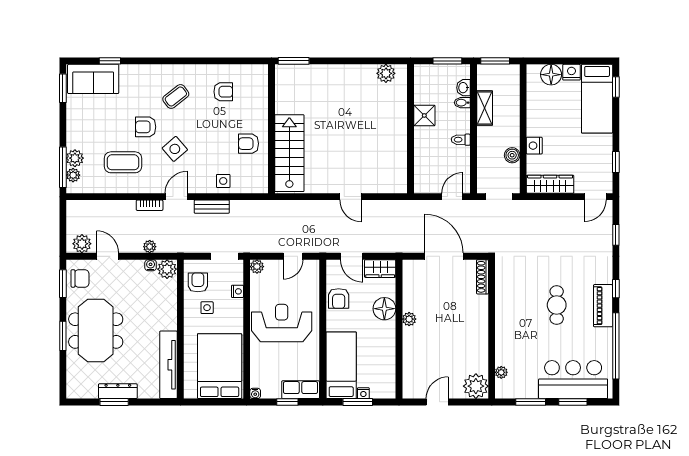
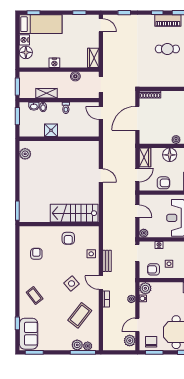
coffee table: (176, 96) -> (35, 296), moved
armchair: (146, 127) -> (58, 301), removed
nightstand: (534, 146) -> (54, 63), moved
coffee table: (123, 162) -> (80, 315), turned 38
wardrobe: (550, 184) -> (93, 58), width x0.67
door: (351, 197) -> (101, 176), hinge flipped

